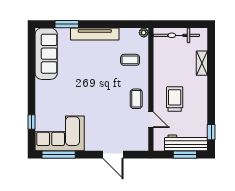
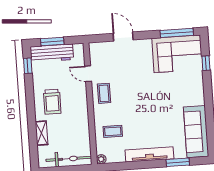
trolley: (175, 99) -> (52, 102), moved

